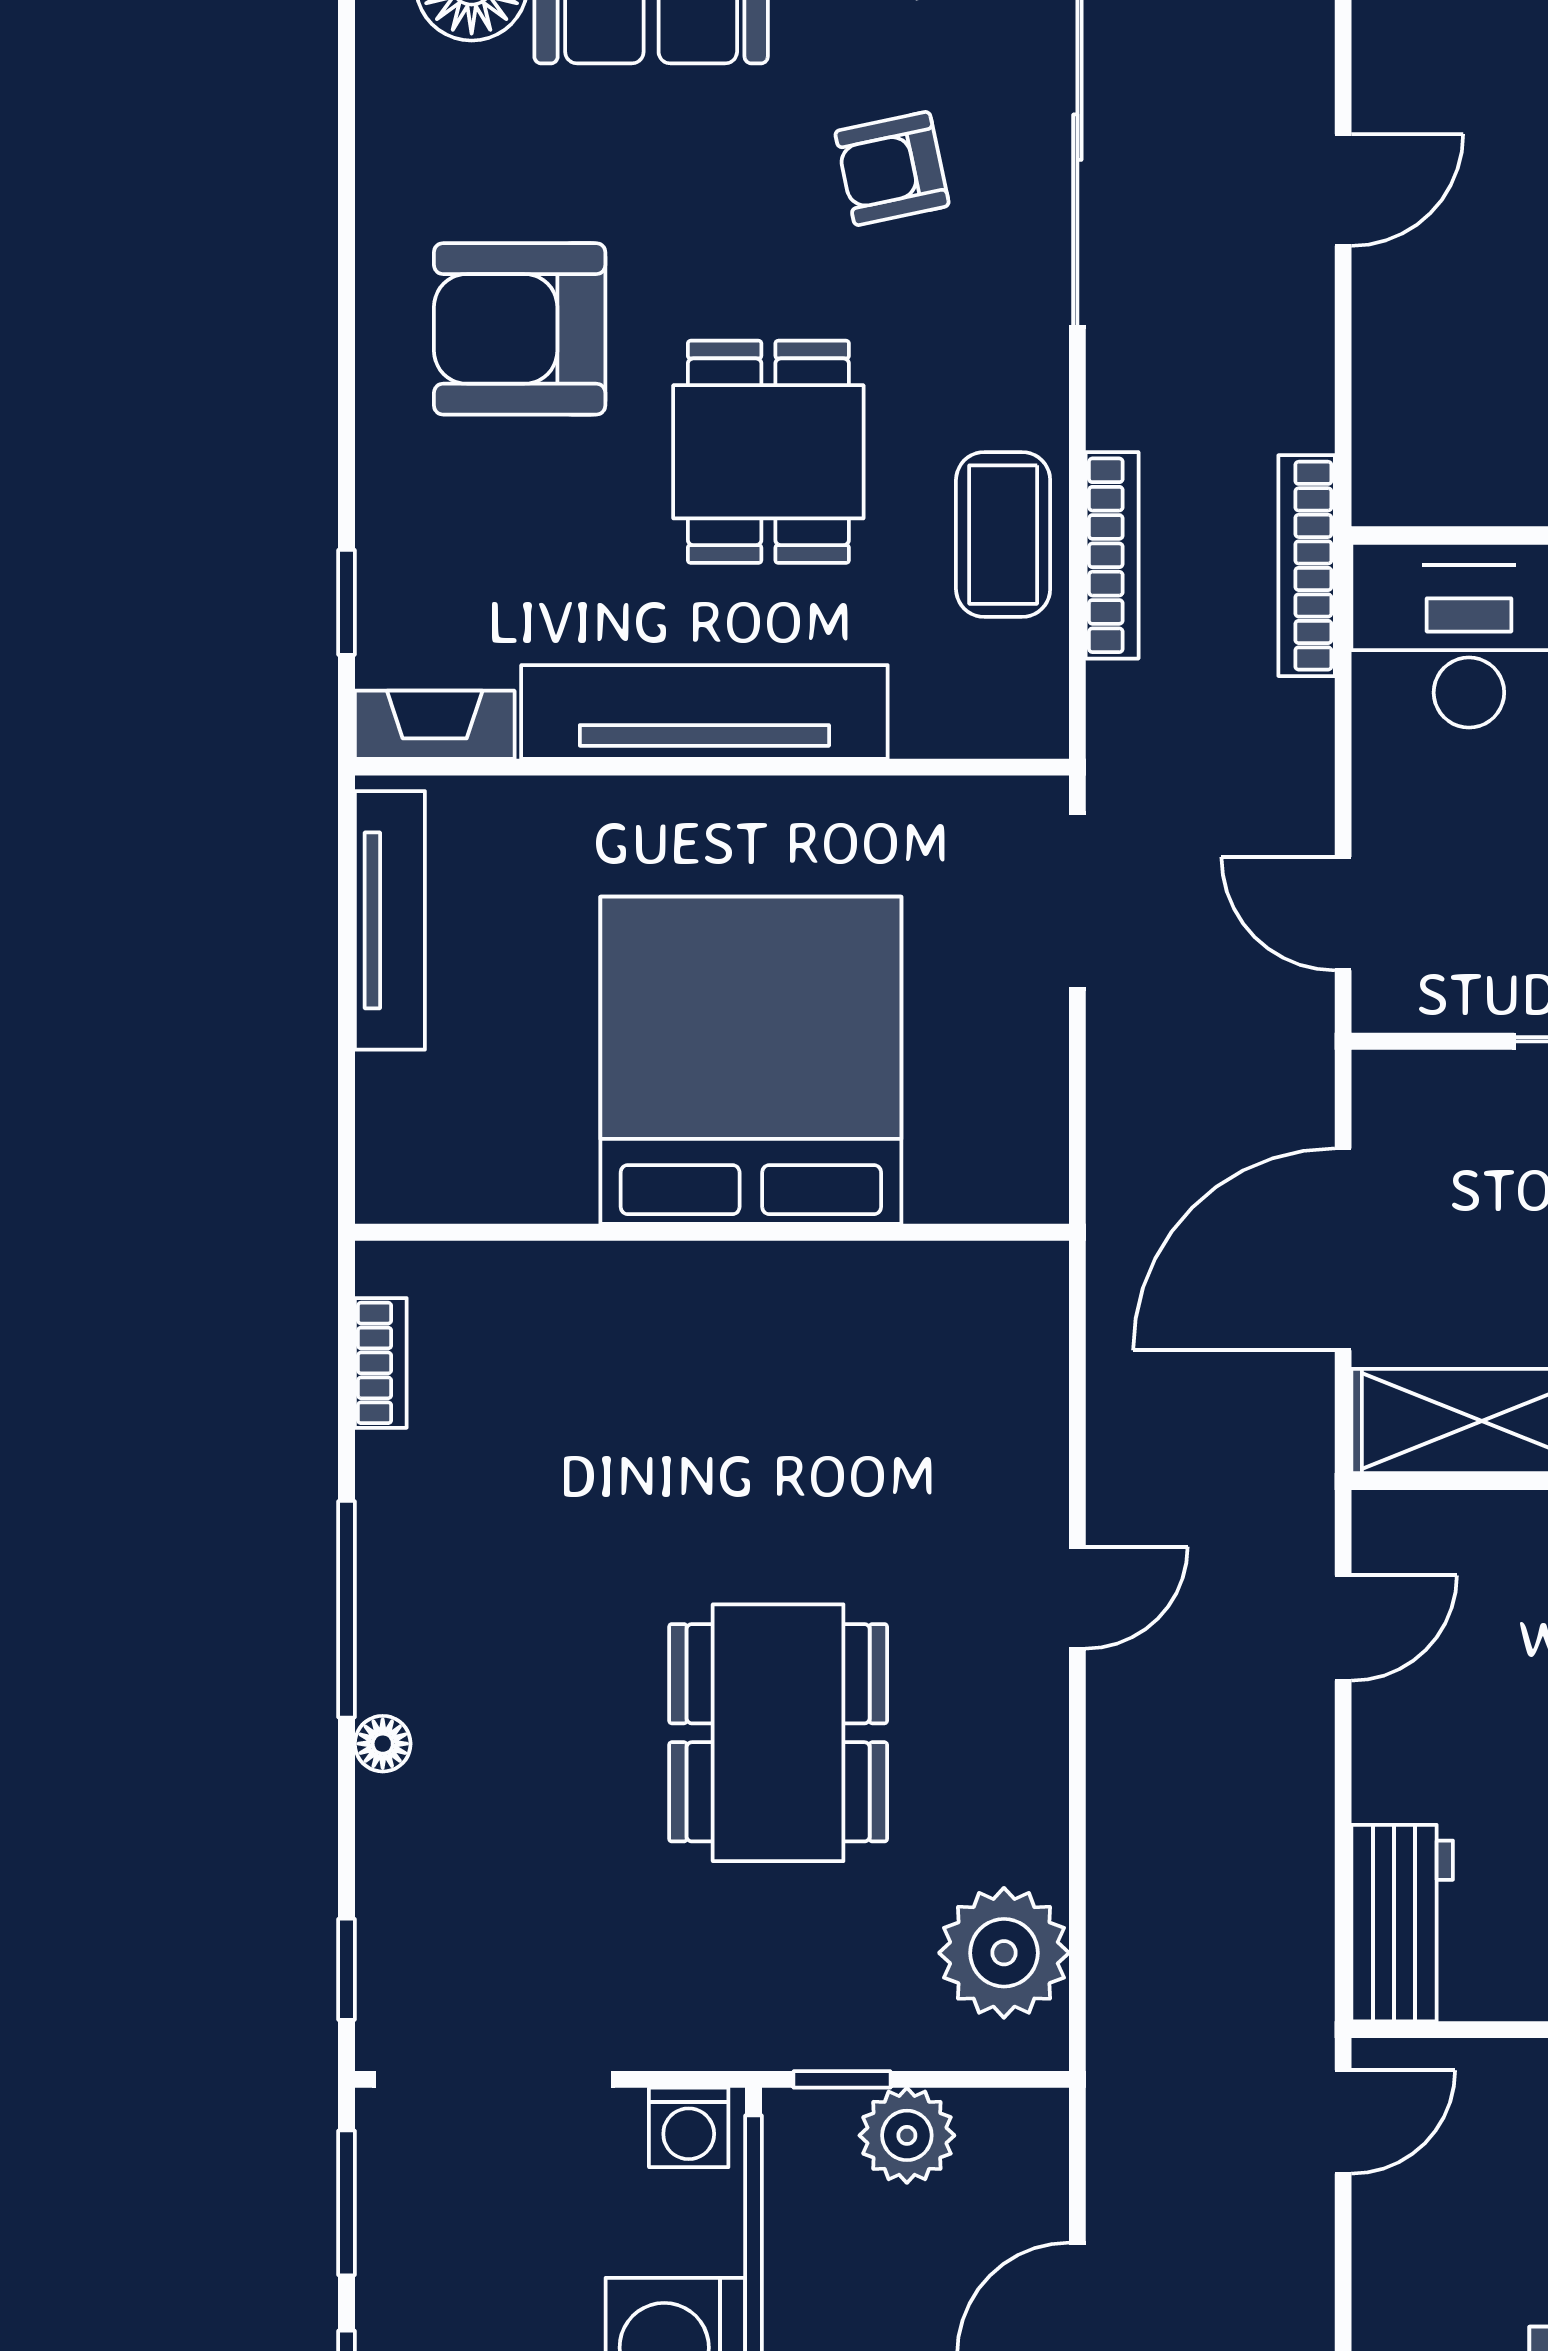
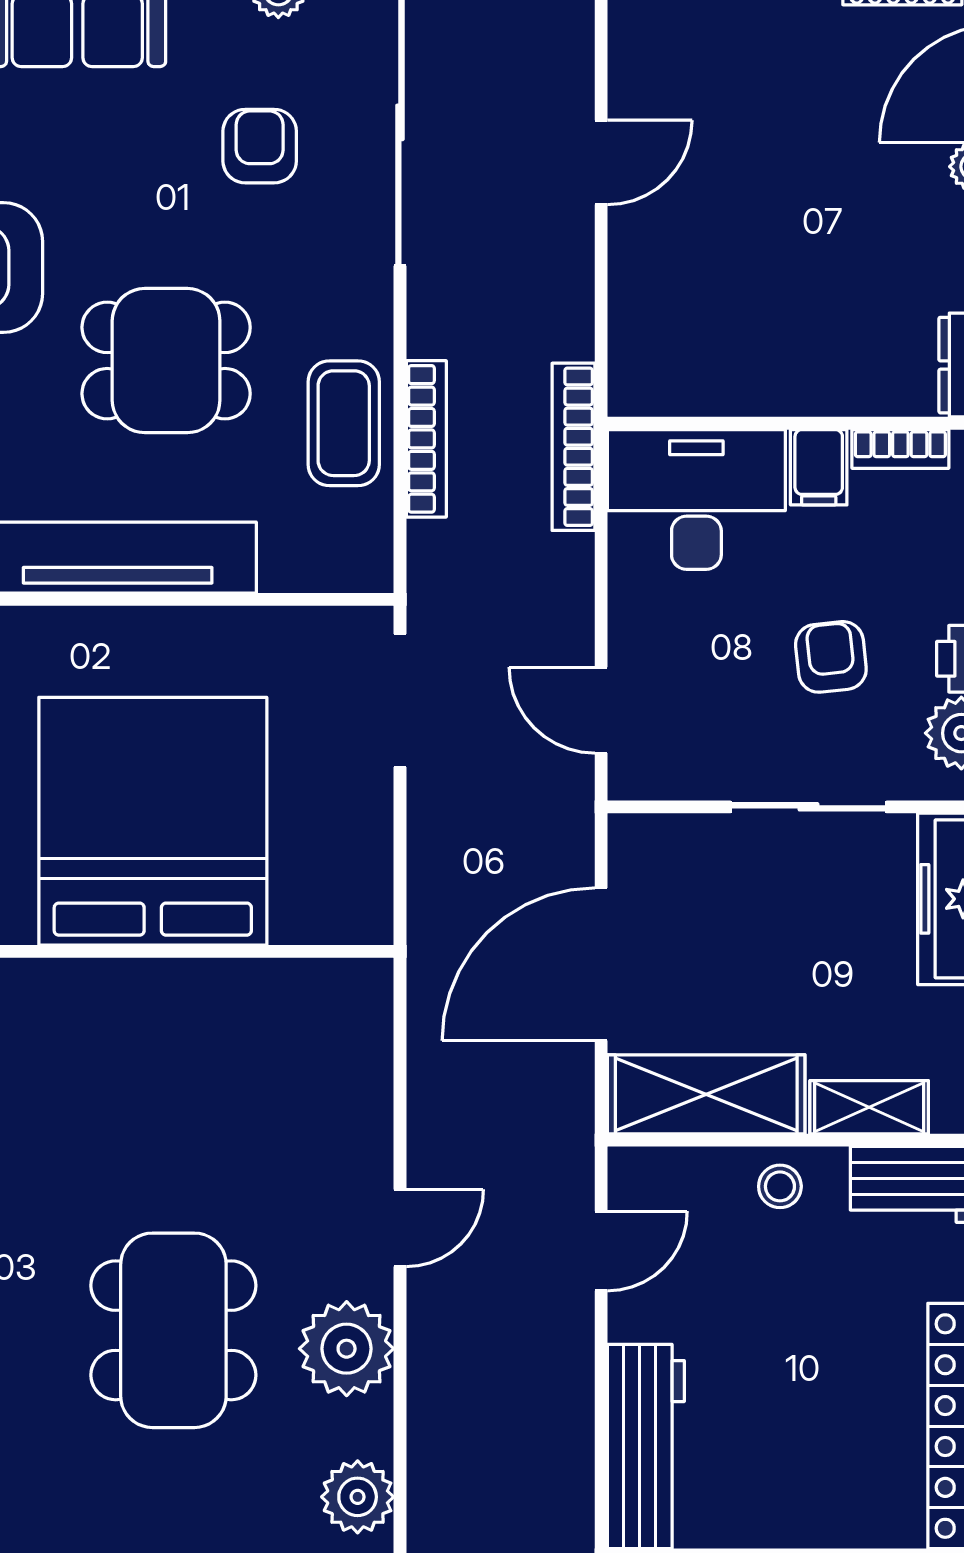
armchair: (892, 169) -> (260, 146), turned 102
dining table: (768, 452) -> (166, 361), turned 90
plant: (1007, 1757) -> (347, 1349), added
workbench: (1402, 1923) -> (646, 1446), width x1.38
plant: (1004, 1953) -> (358, 1497), width x0.73, depth x0.73

